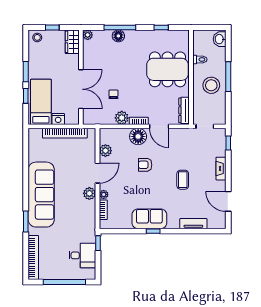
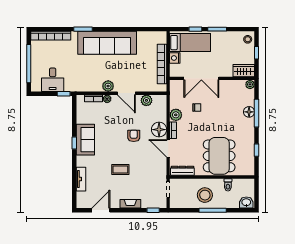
door: (159, 126) -> (168, 148), hinge flipped

